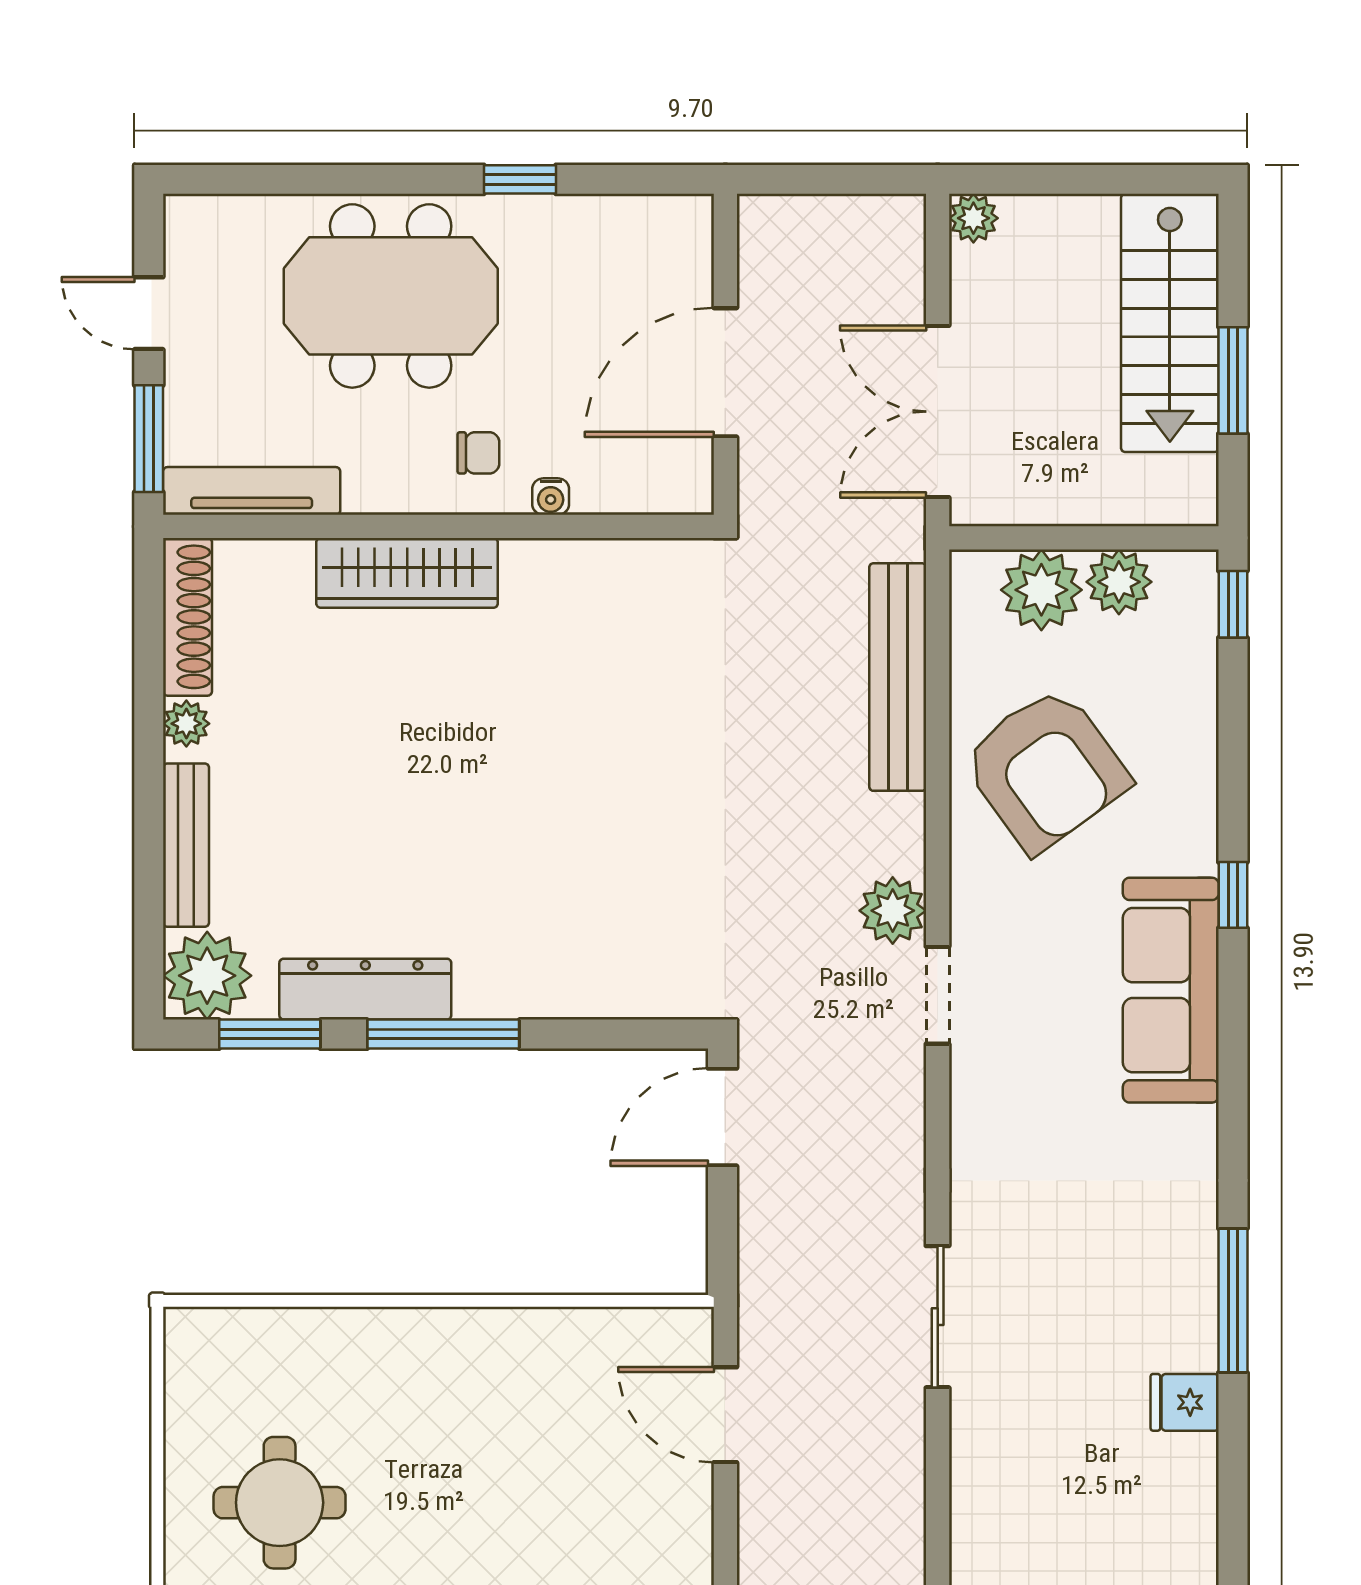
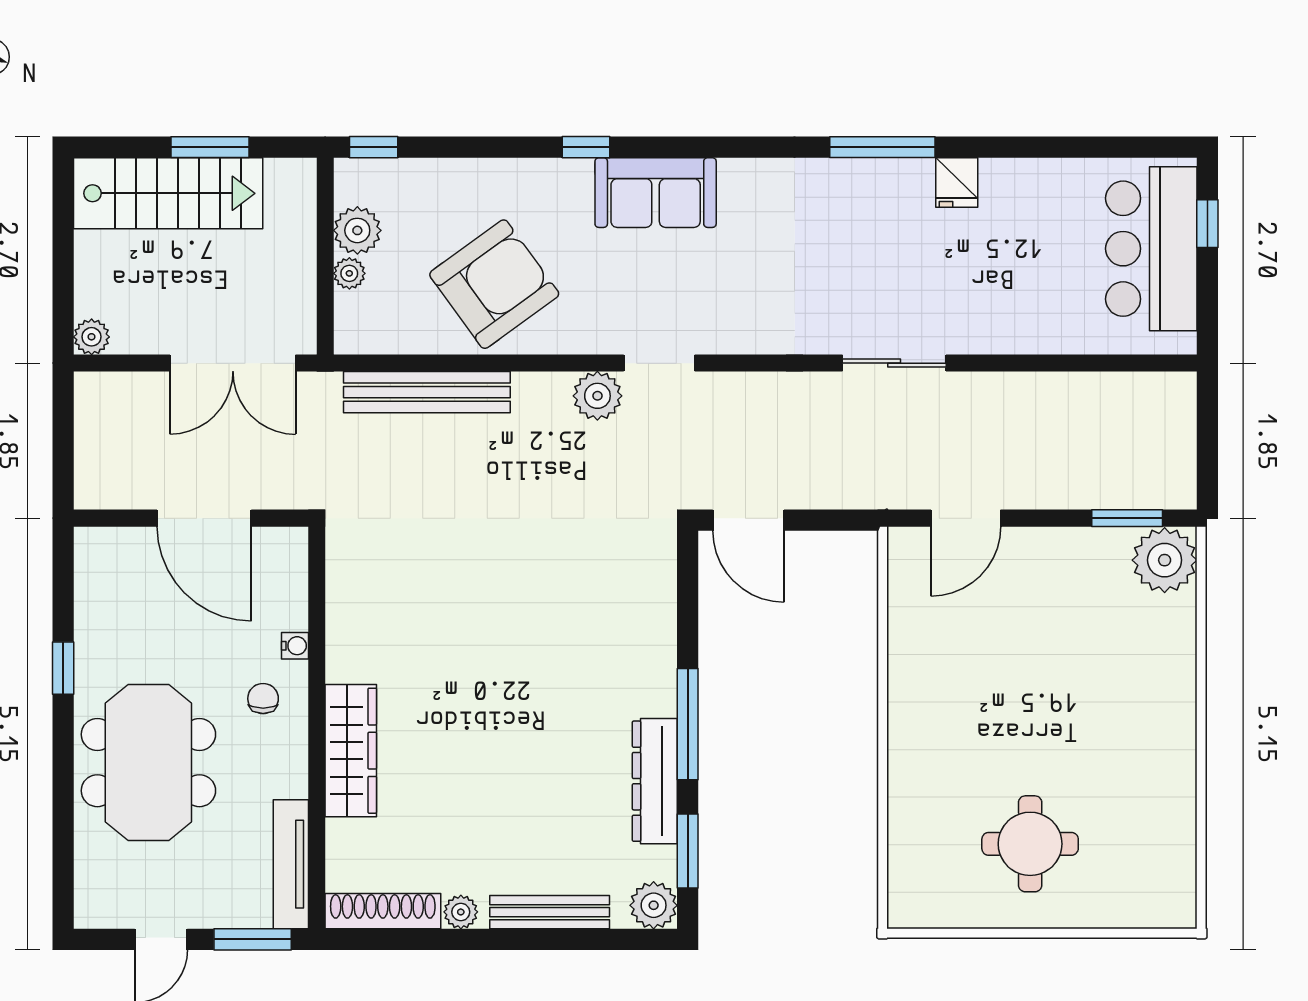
plant: (1041, 590) -> (349, 273), width x0.53, depth x0.53
plant: (207, 976) -> (654, 905), width x0.73, depth x0.73
sofa: (1171, 990) -> (656, 193), width x0.73

